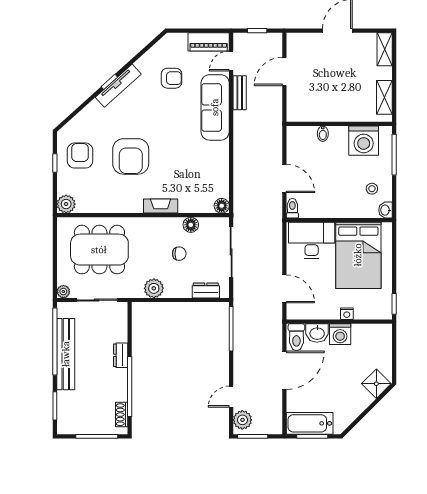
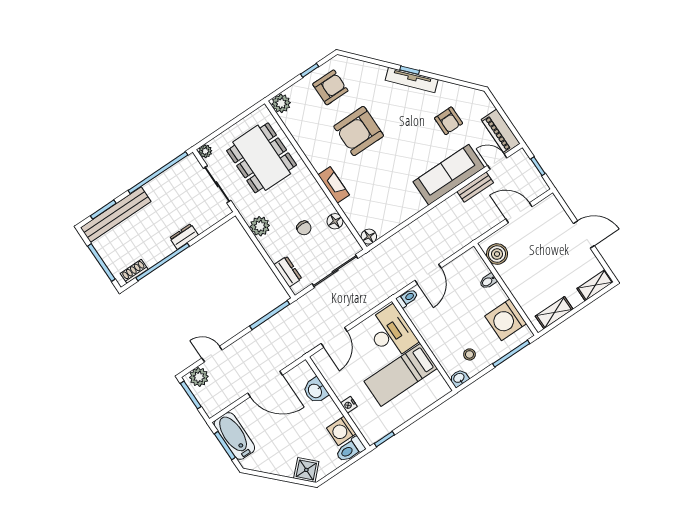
boiler: (306, 112) -> (497, 254), added
bed: (358, 255) -> (401, 375), width x0.67
washing machine: (340, 334) -> (341, 431), moved
toilet: (296, 337) -> (350, 450), moved
bench: (66, 354) -> (116, 215), moved

